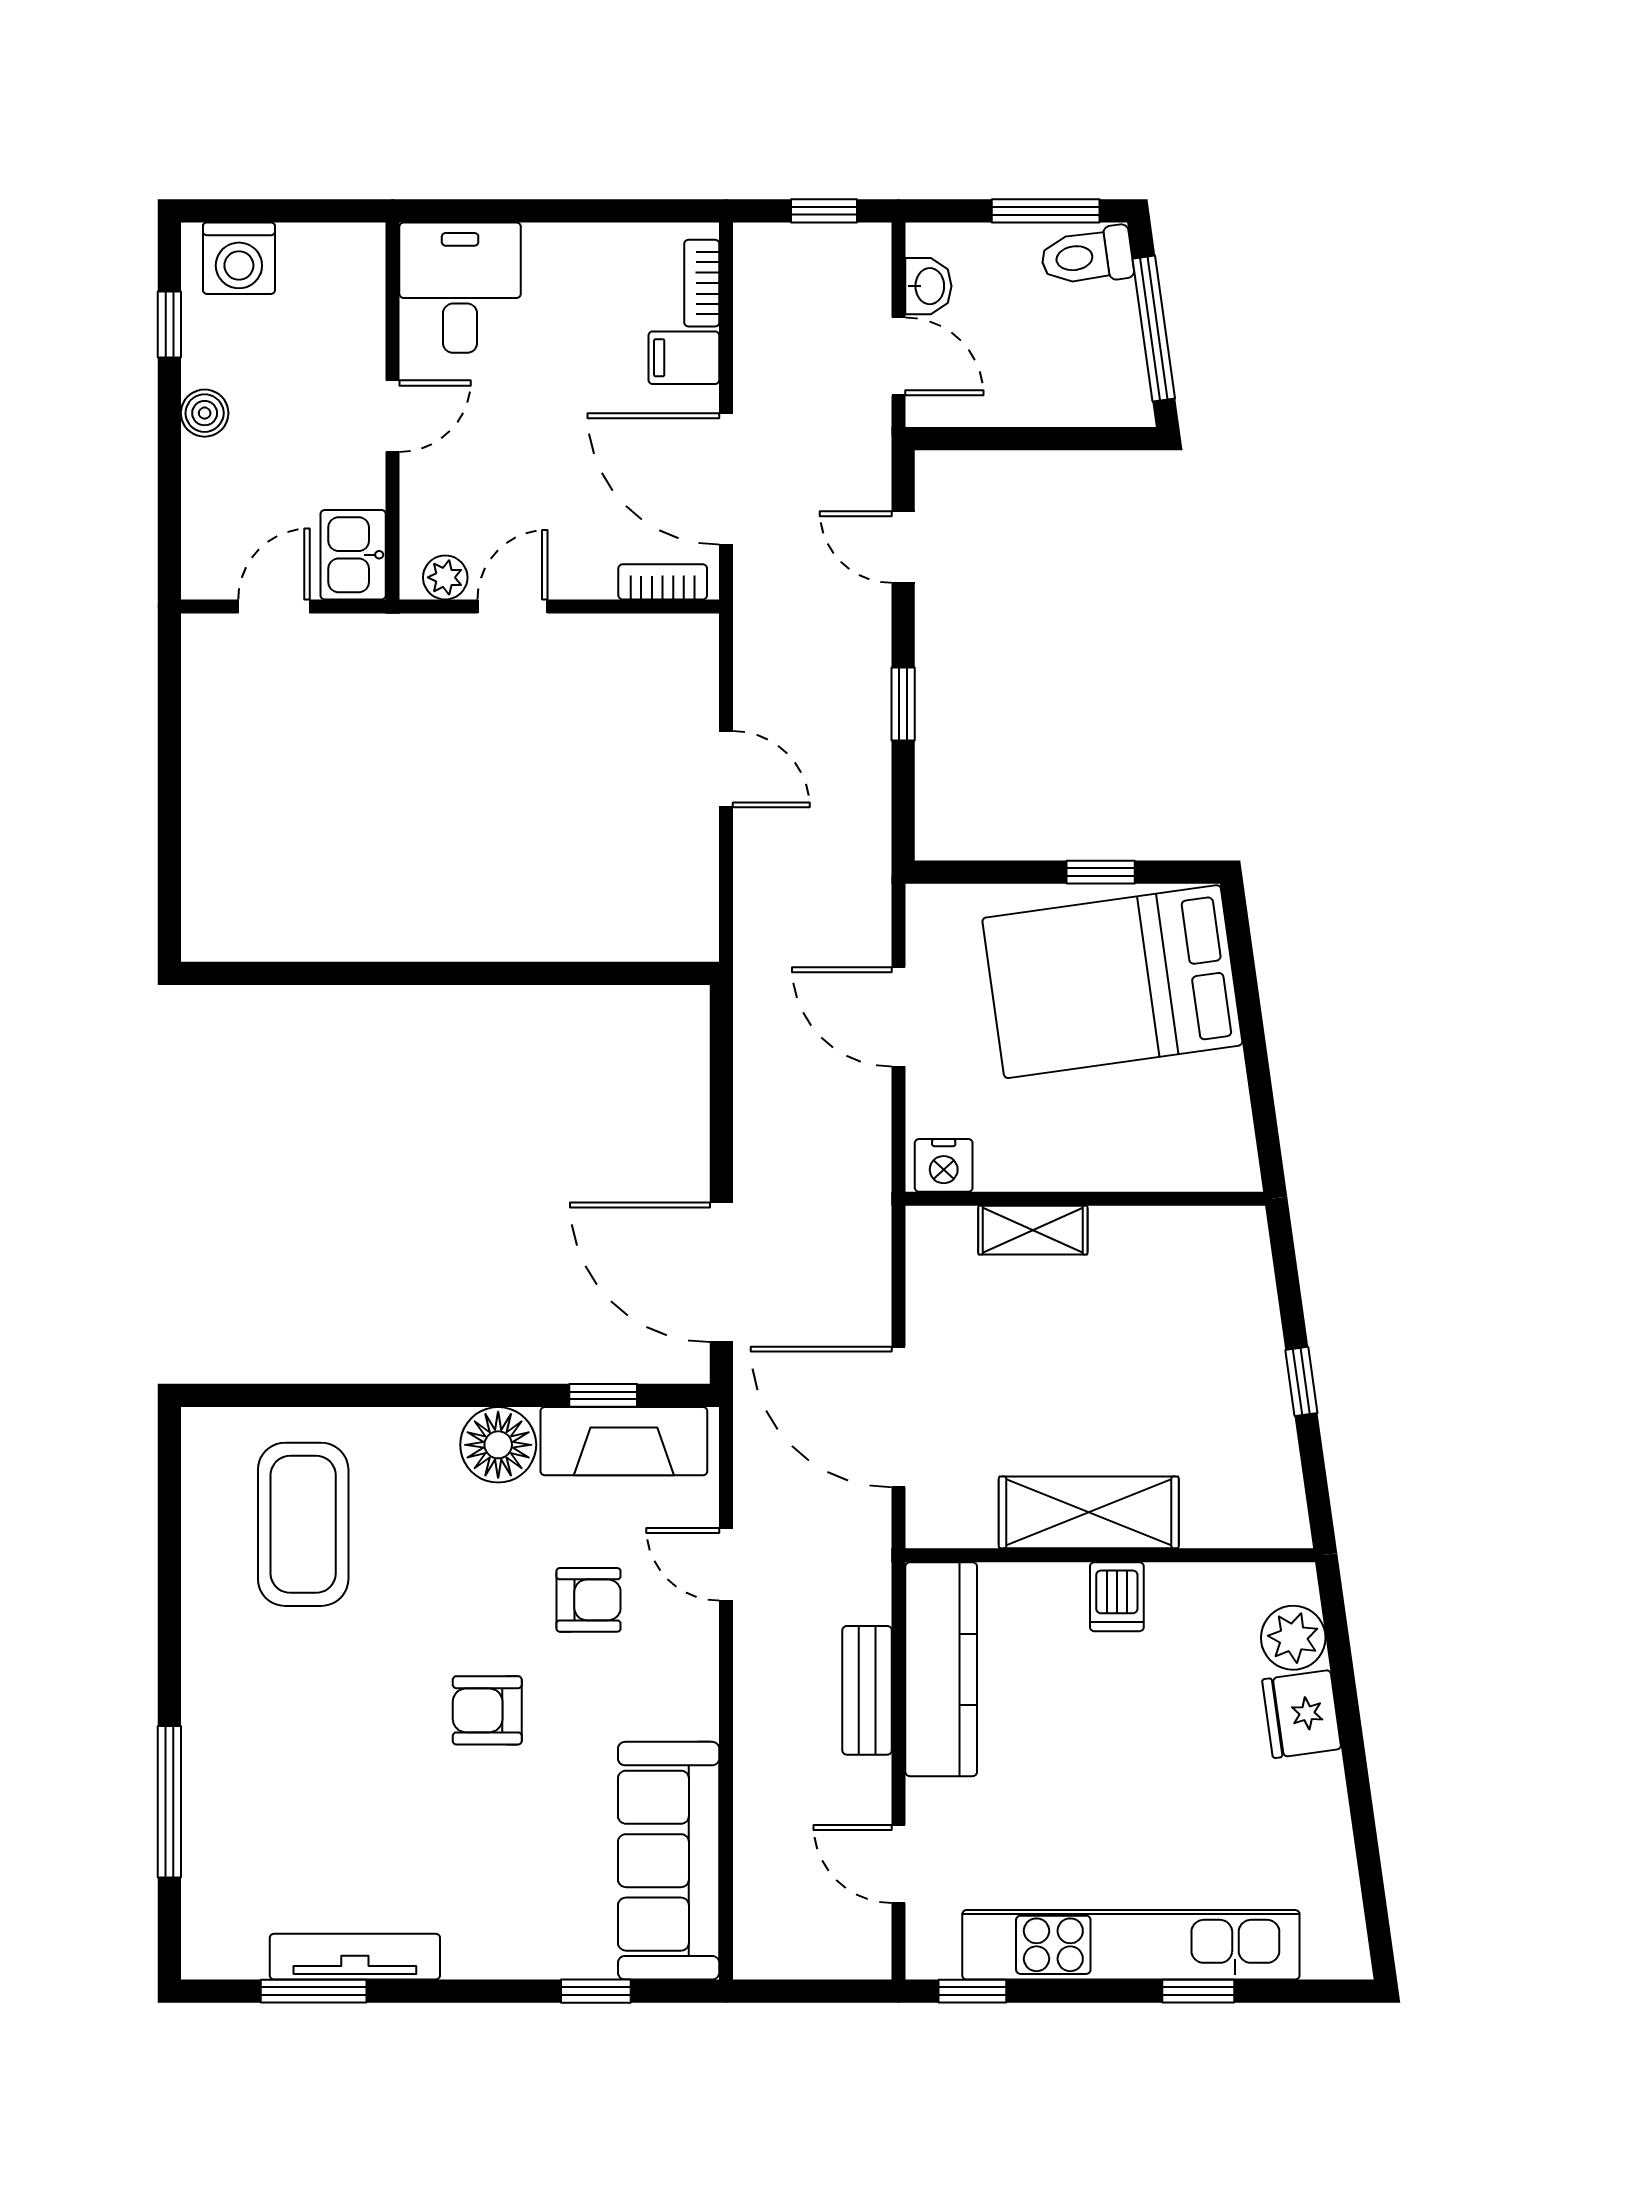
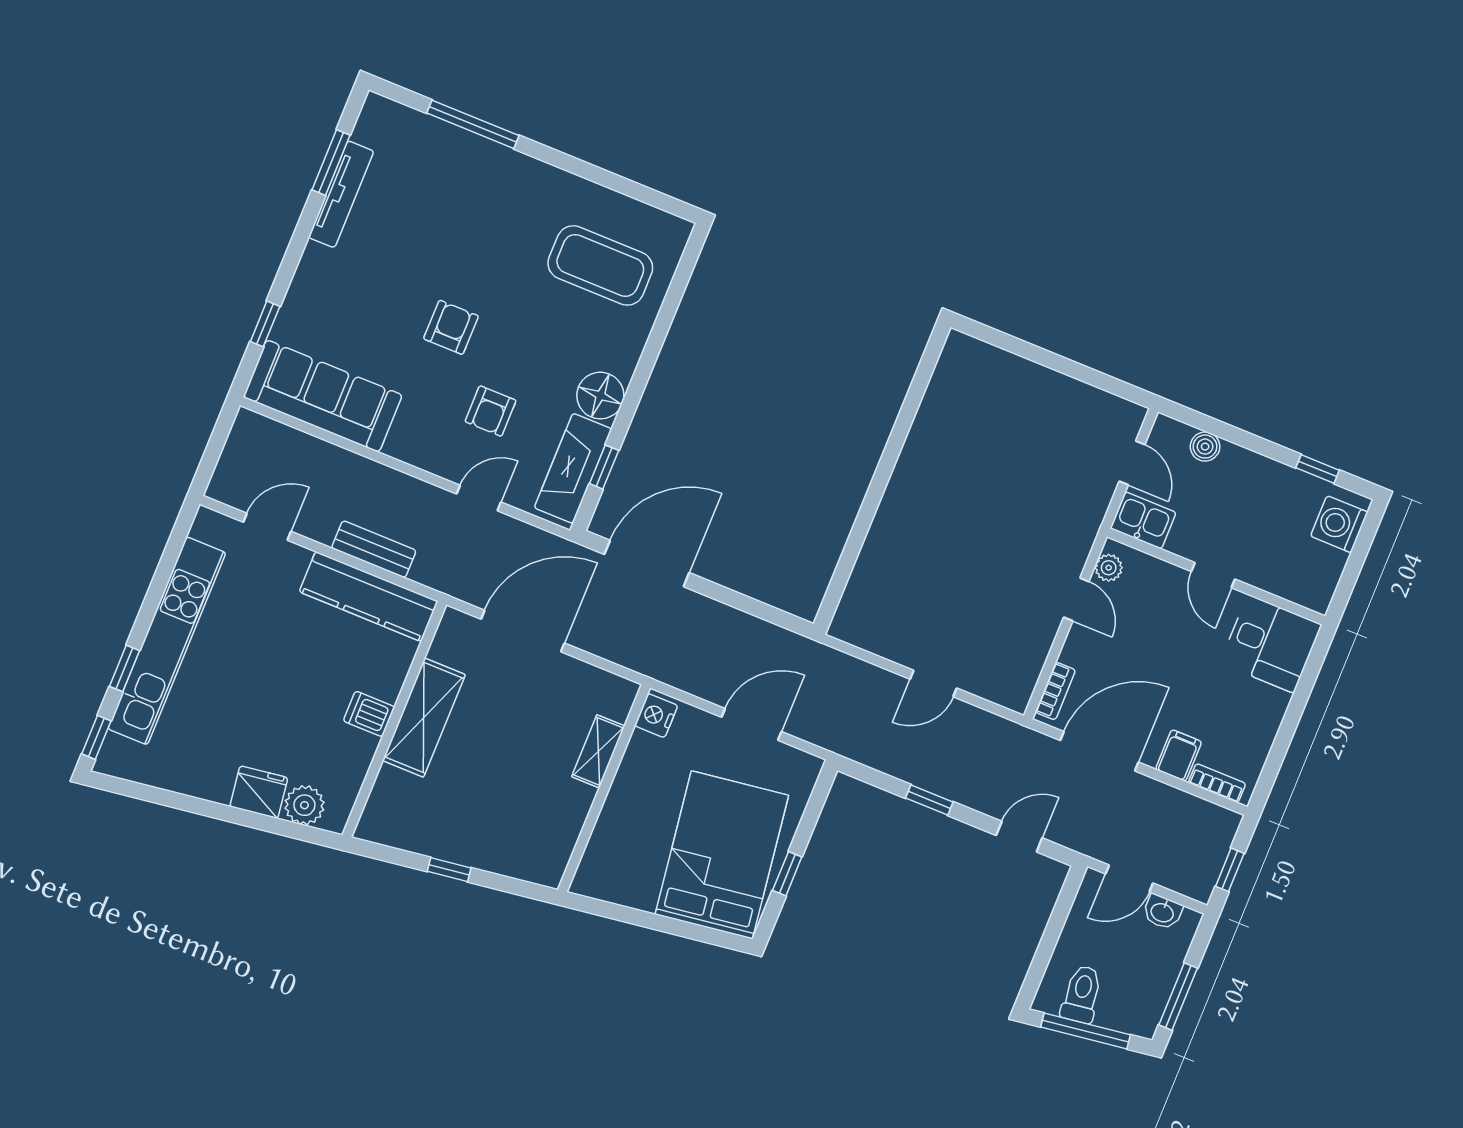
toilet: (1087, 256) -> (1082, 994), moved
boiler: (205, 413) -> (1205, 447), moved
window: (972, 1991) -> (96, 737), moved

